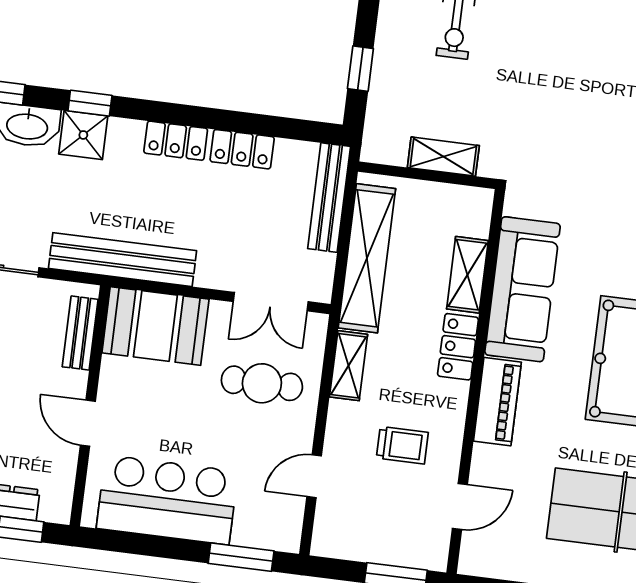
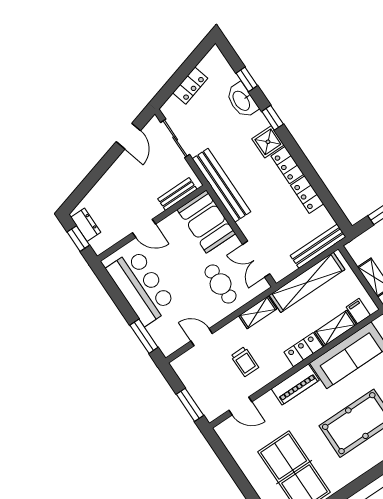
shower: (83, 135) -> (268, 142), moved
filing cabinet: (471, 221) -> (358, 311), added
door: (88, 423) -> (144, 228), swing flipped

